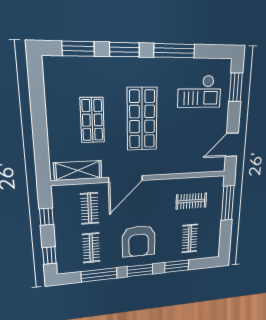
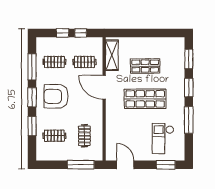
window: (49, 256) -> (63, 33), moved

